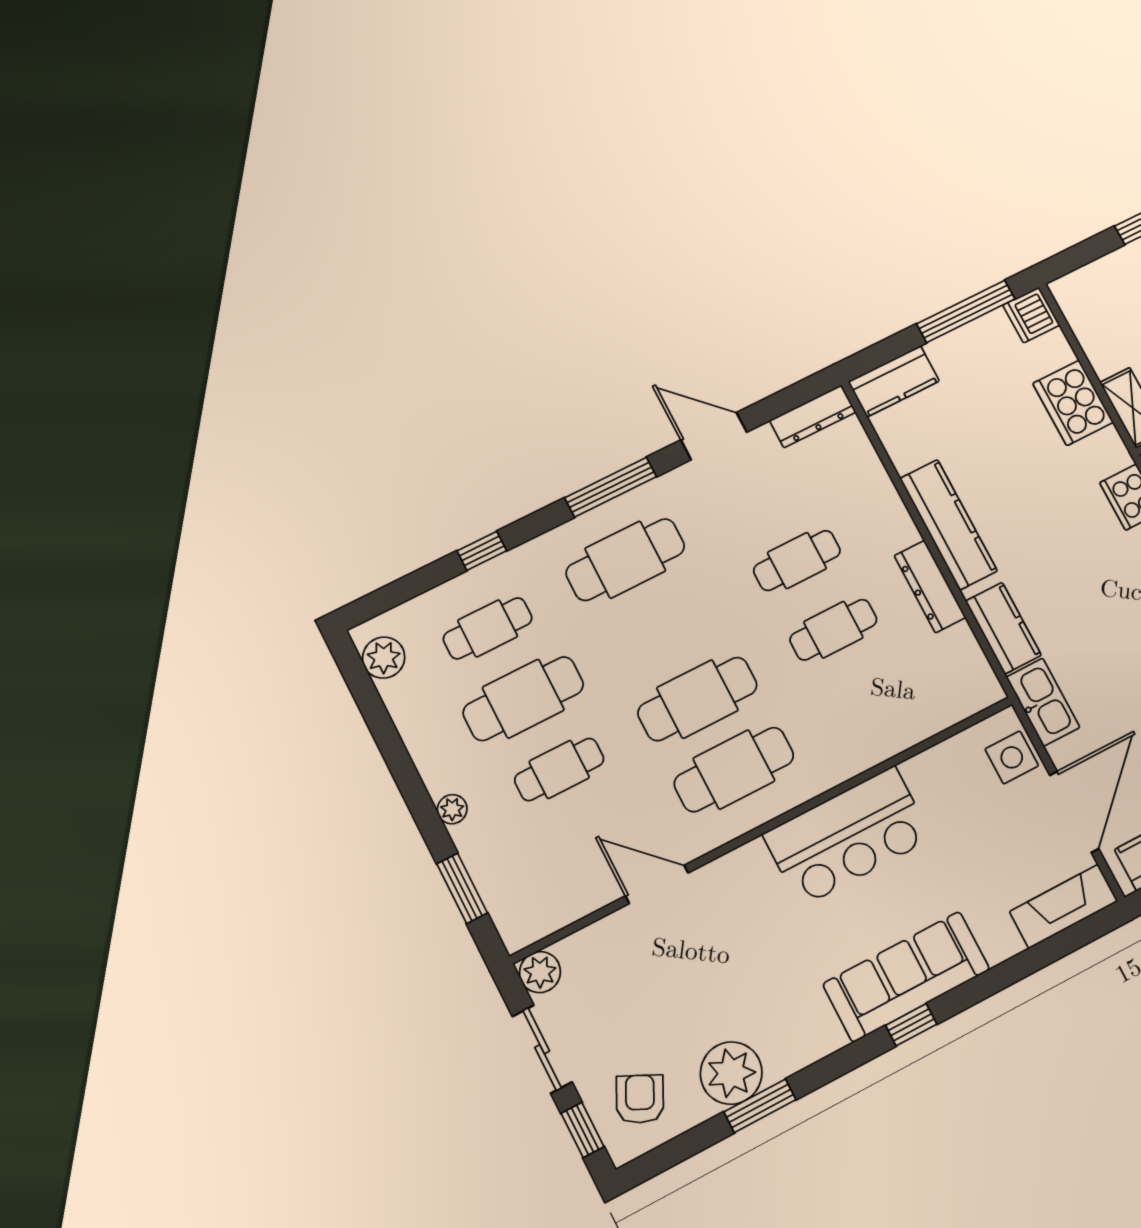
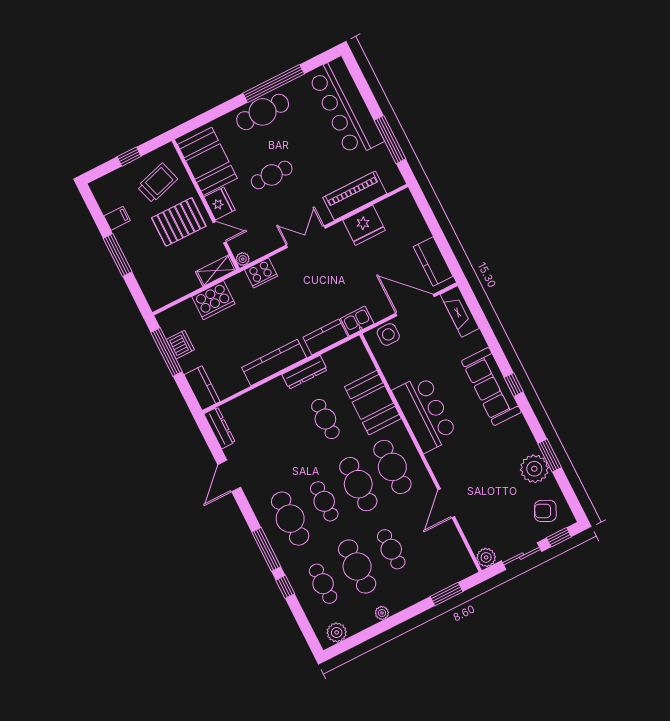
dishwasher: (1031, 315) -> (180, 345), moved, turned -90
window: (611, 487) -> (266, 549), moved
cafe table: (797, 561) -> (324, 501), moved
kitchen sink: (1043, 702) -> (357, 321), width x0.73
booth: (869, 727) -> (373, 403), added
plant: (452, 809) -> (382, 613), moved

